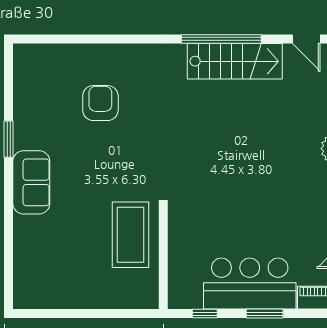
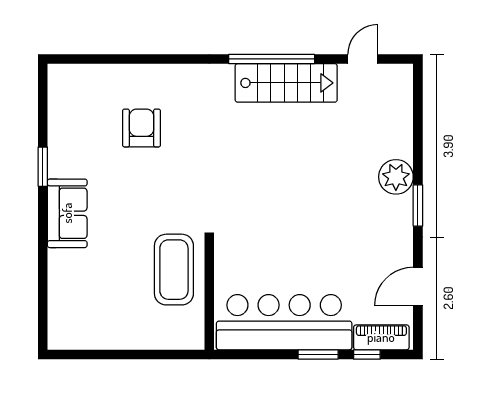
door: (306, 39) -> (363, 59), swing flipped
bar counter: (250, 284) -> (284, 322), width x1.36
window: (205, 314) -> (367, 354), moved

